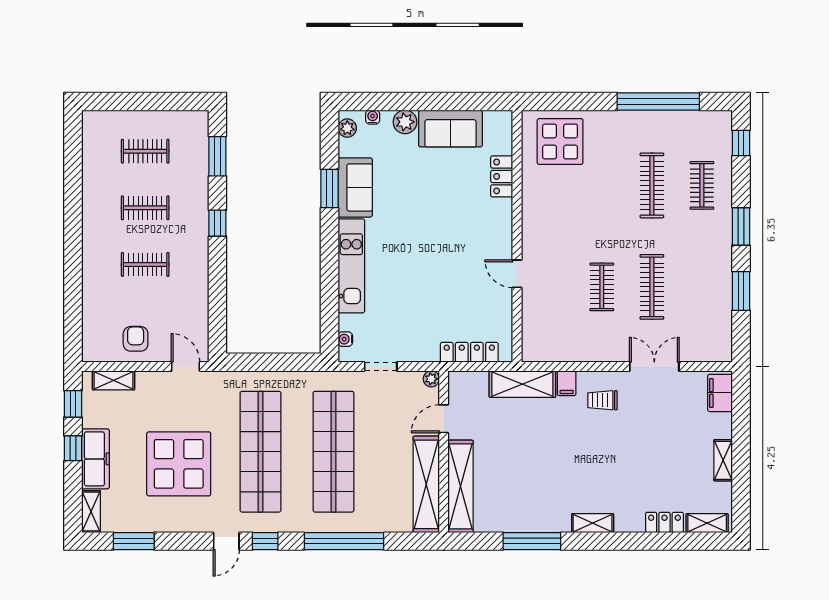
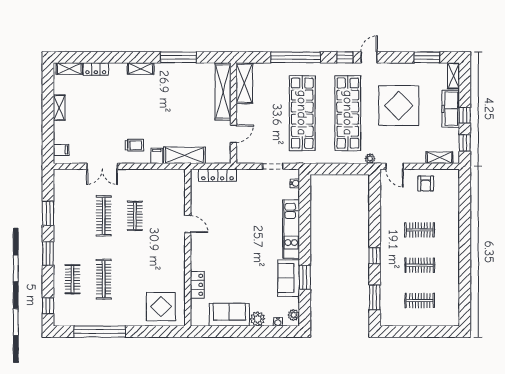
plant: (431, 379) -> (370, 159), moved
filing cabinet: (720, 393) -> (61, 150), width x0.50
shelving: (426, 484) -> (244, 83), width x0.68

